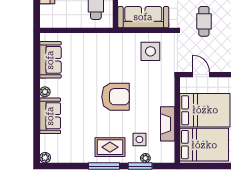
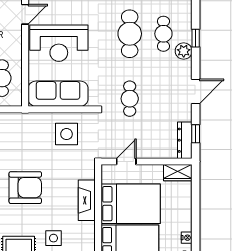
door: (201, 75) -> (126, 162), hinge flipped
fireplace: (168, 124) -> (87, 200), moved

